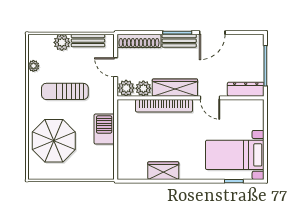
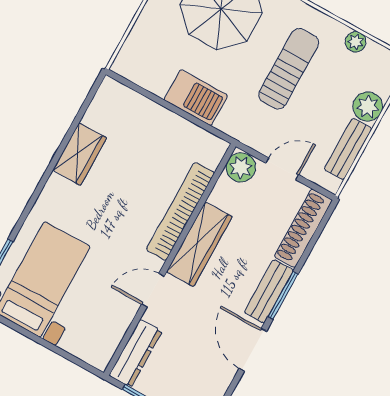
plant: (143, 88) -> (225, 194), removed

